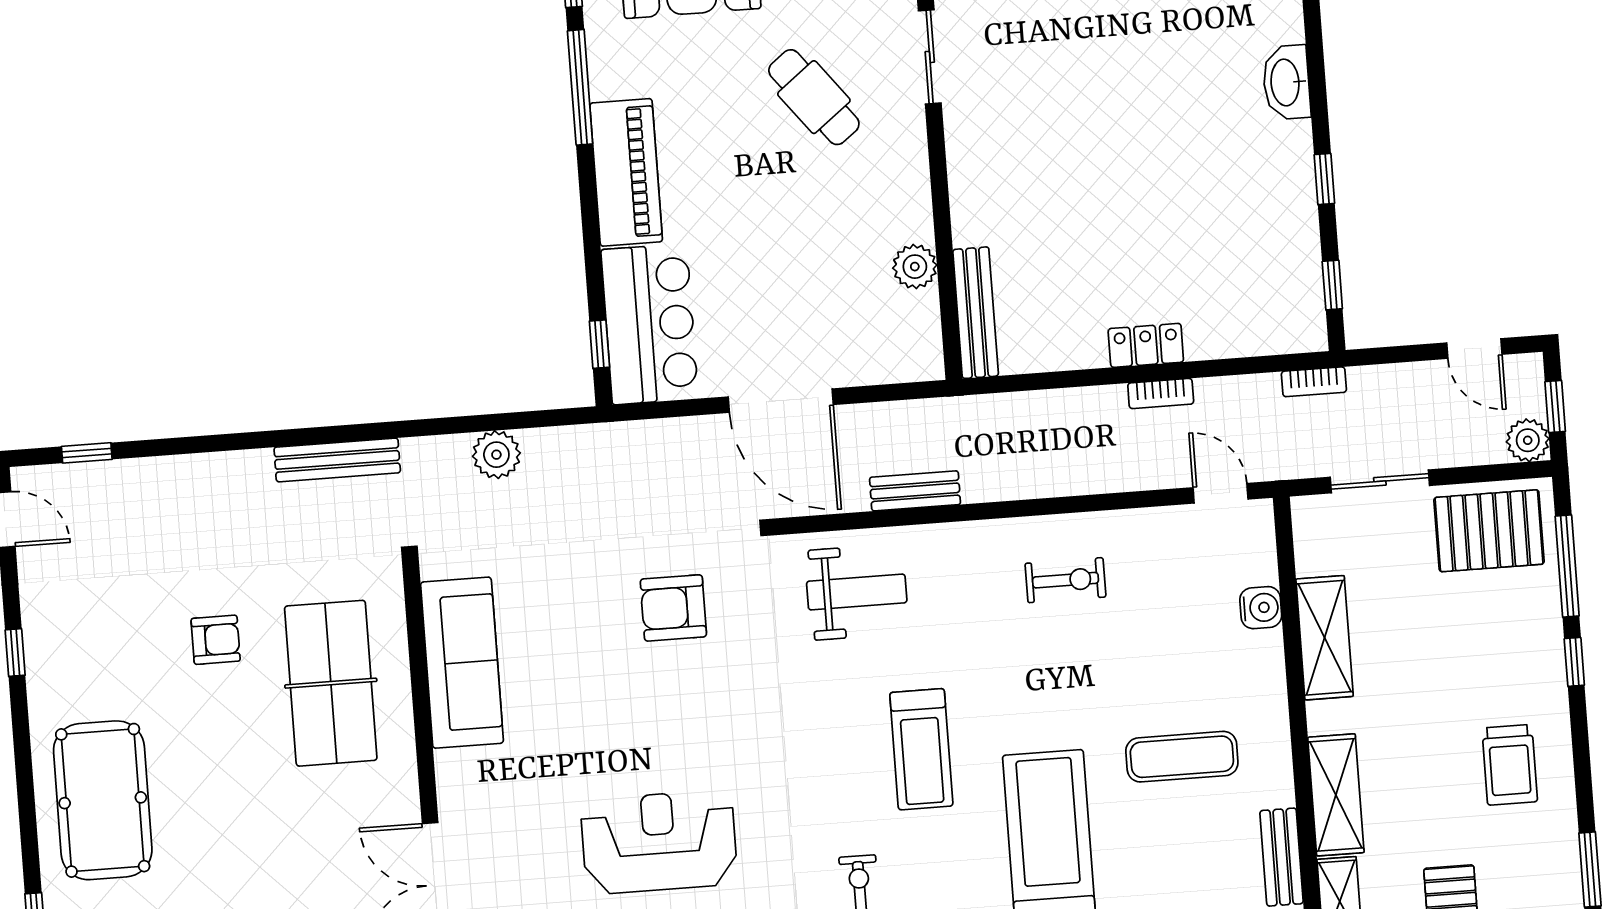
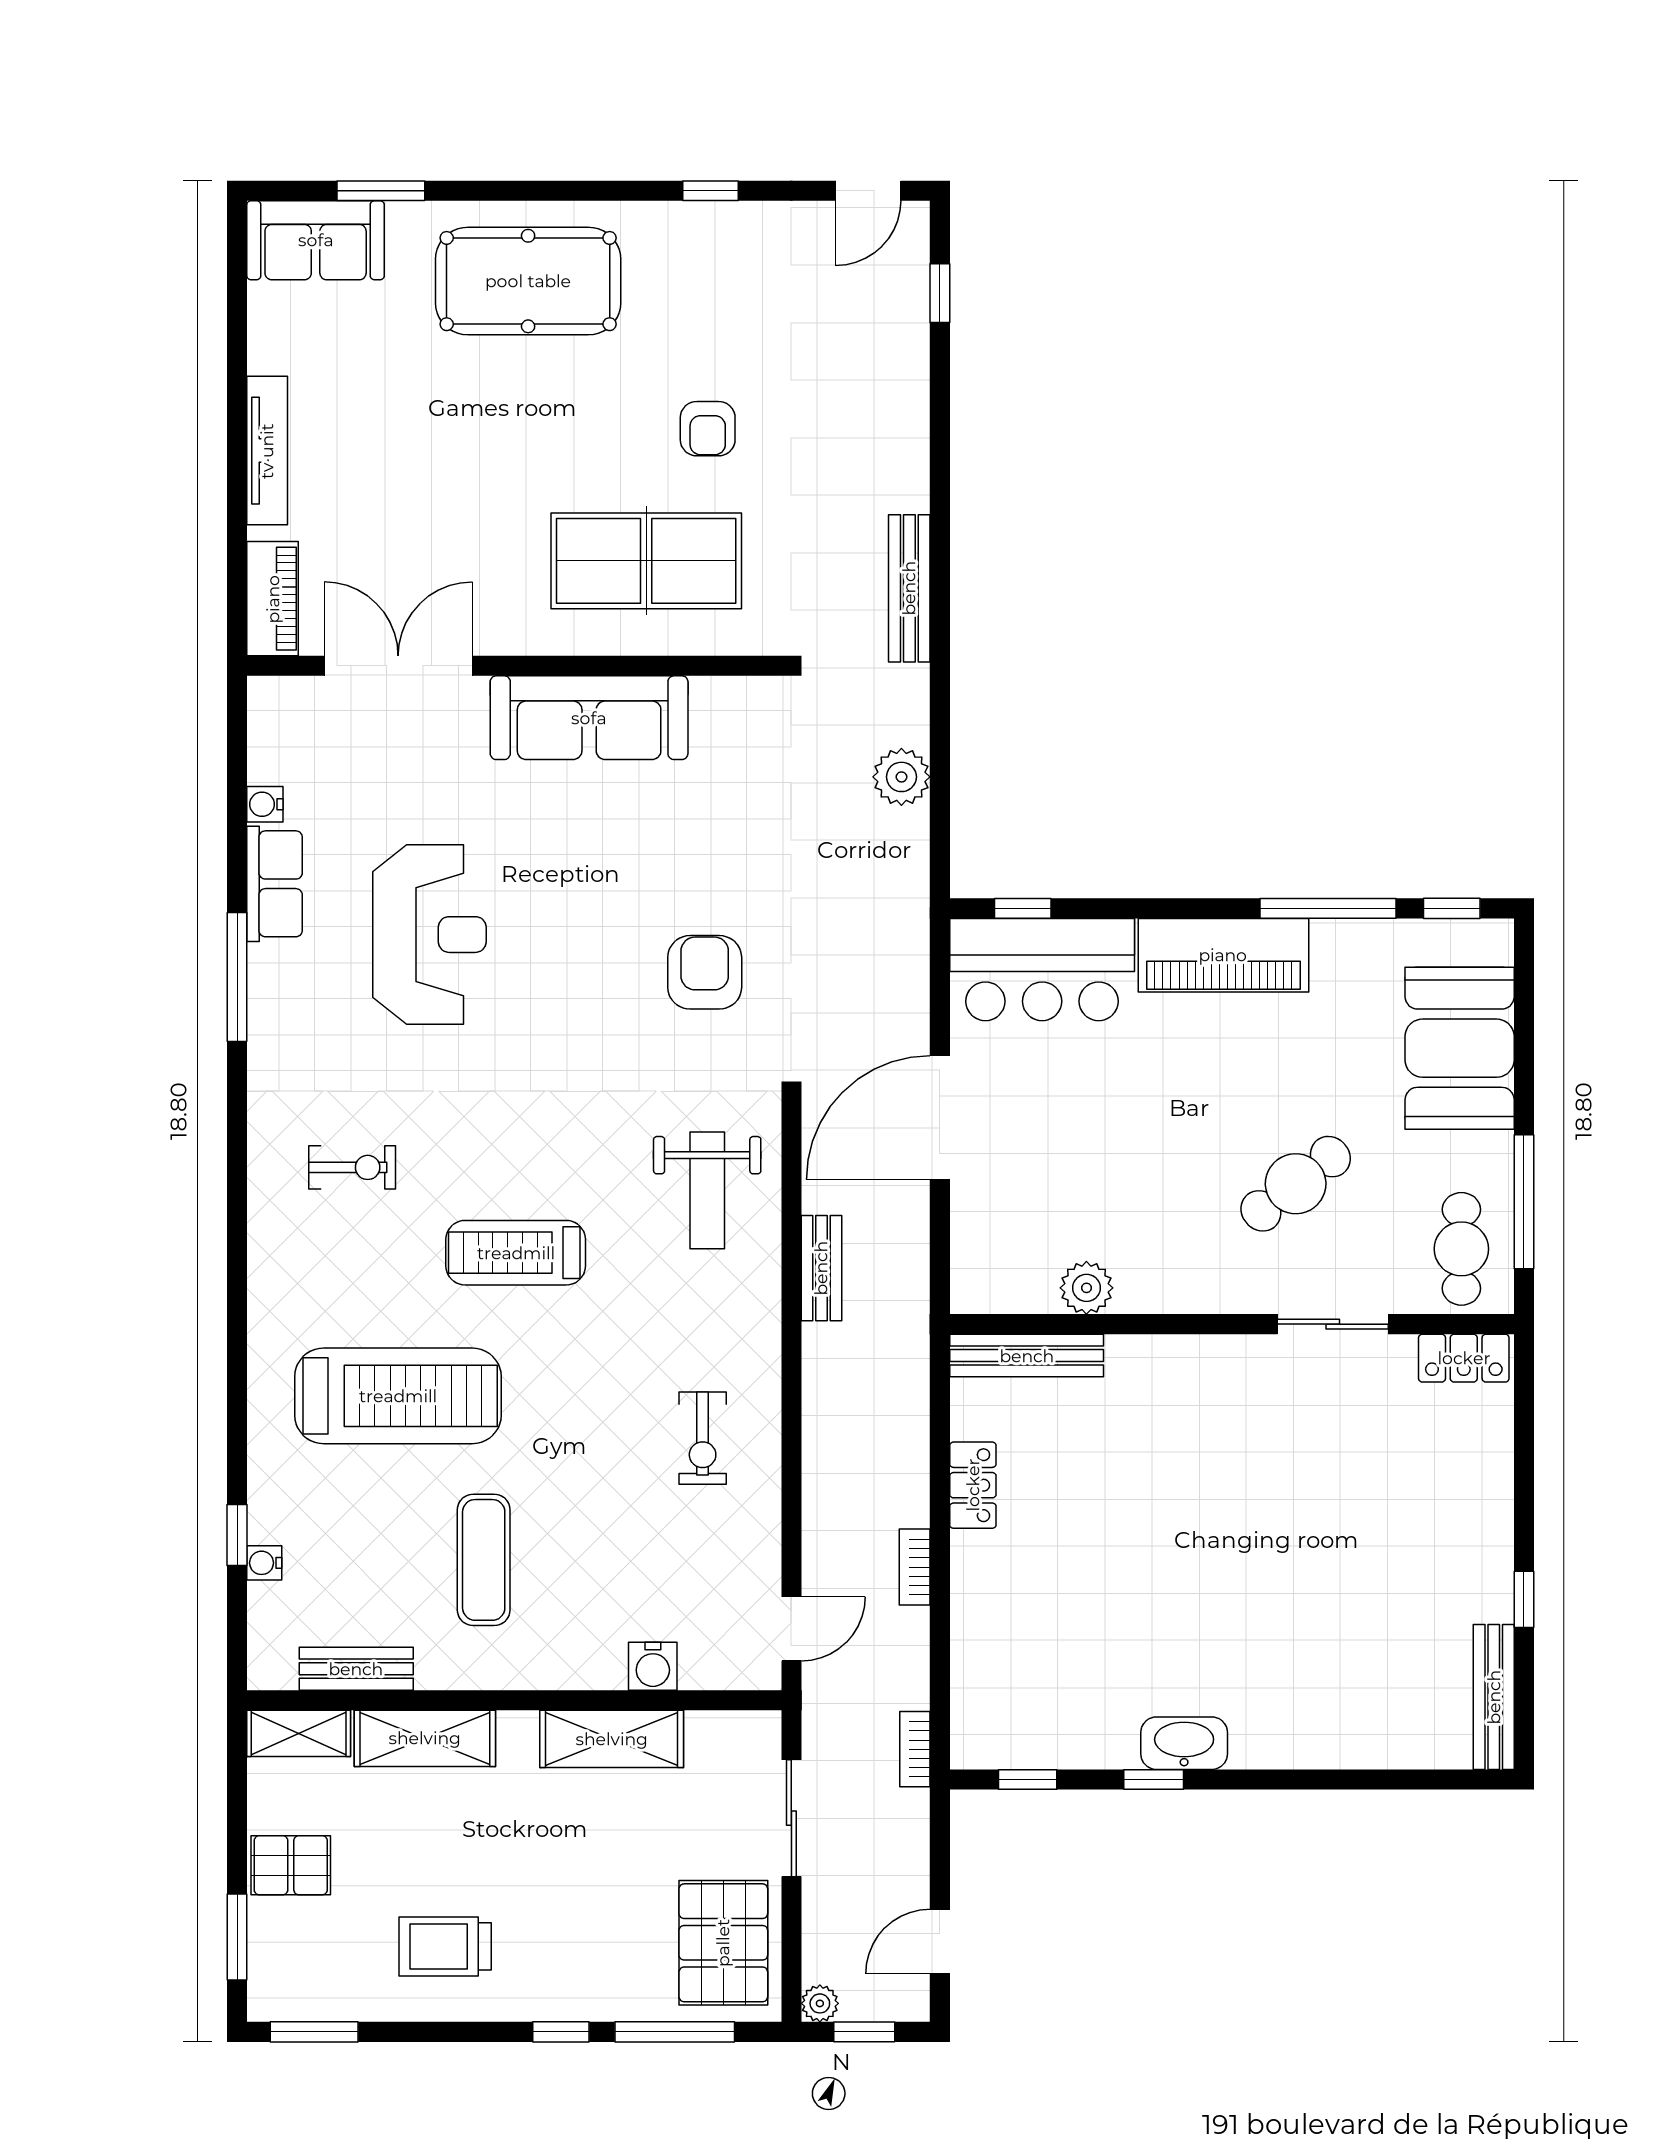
washbasin: (1286, 82) -> (1184, 1743), moved
locker: (1146, 345) -> (973, 1485), moved
plant: (1528, 440) -> (820, 2003), width x0.73, depth x0.73
sofa: (462, 663) -> (589, 718), moved

